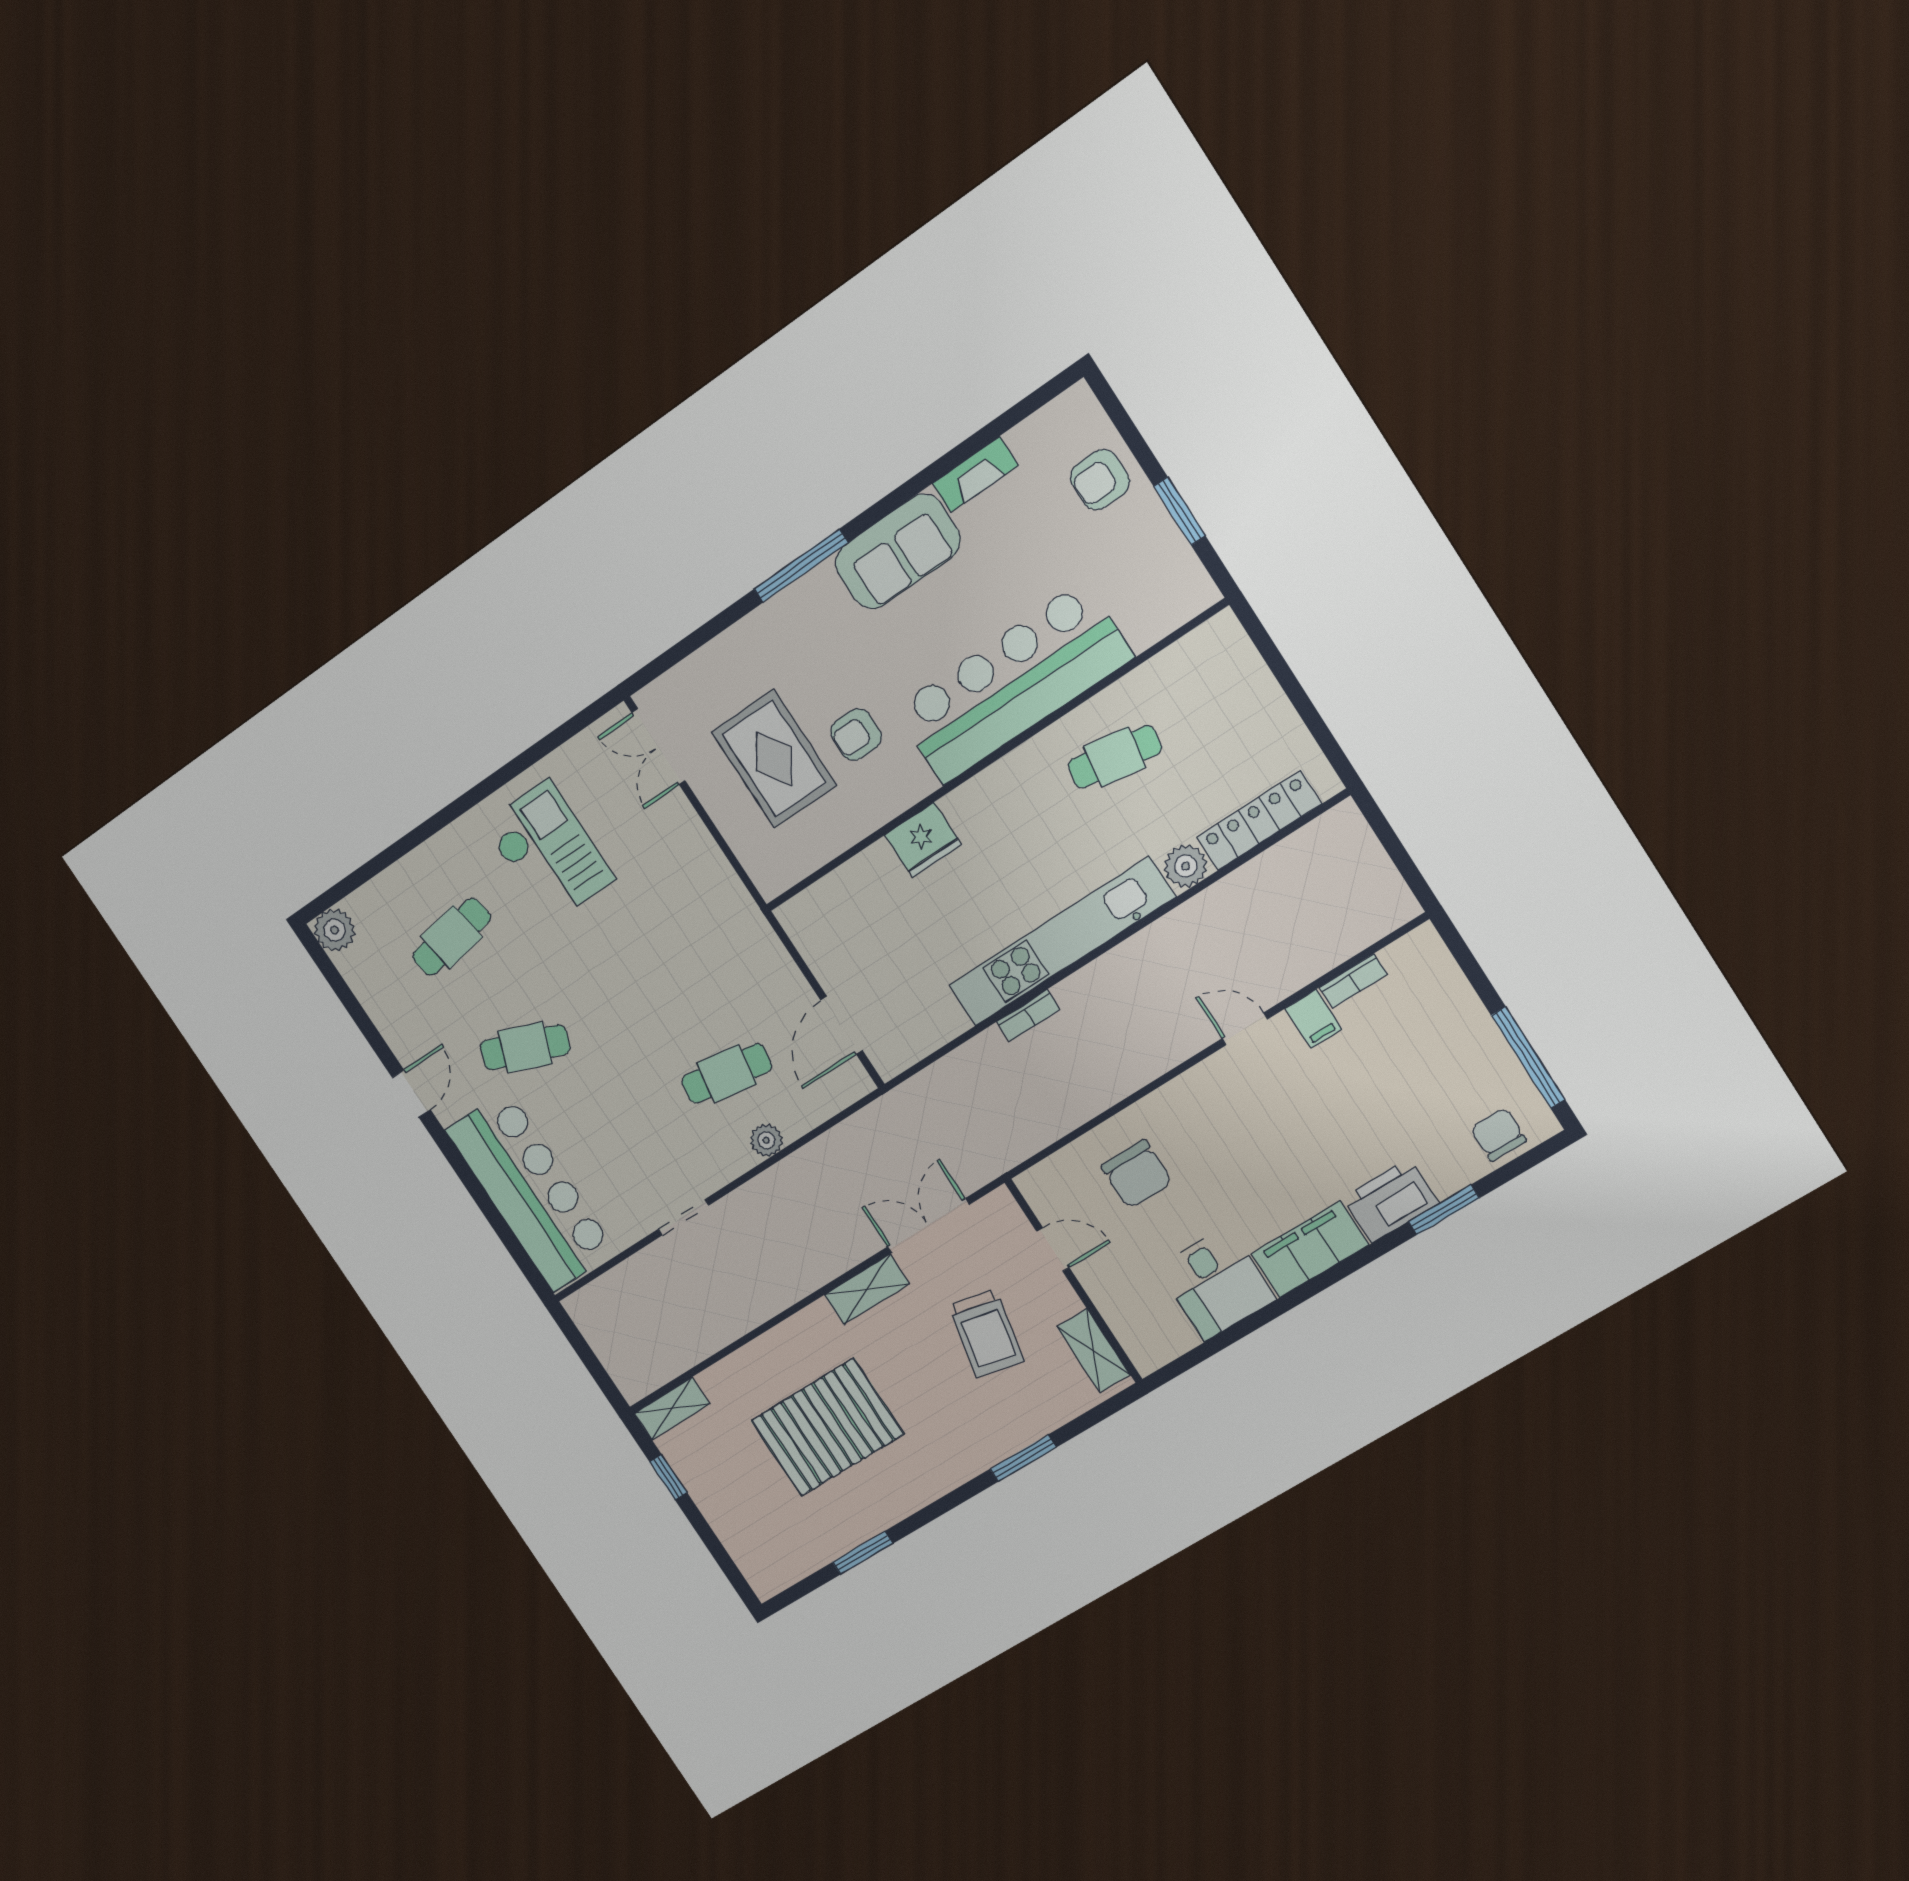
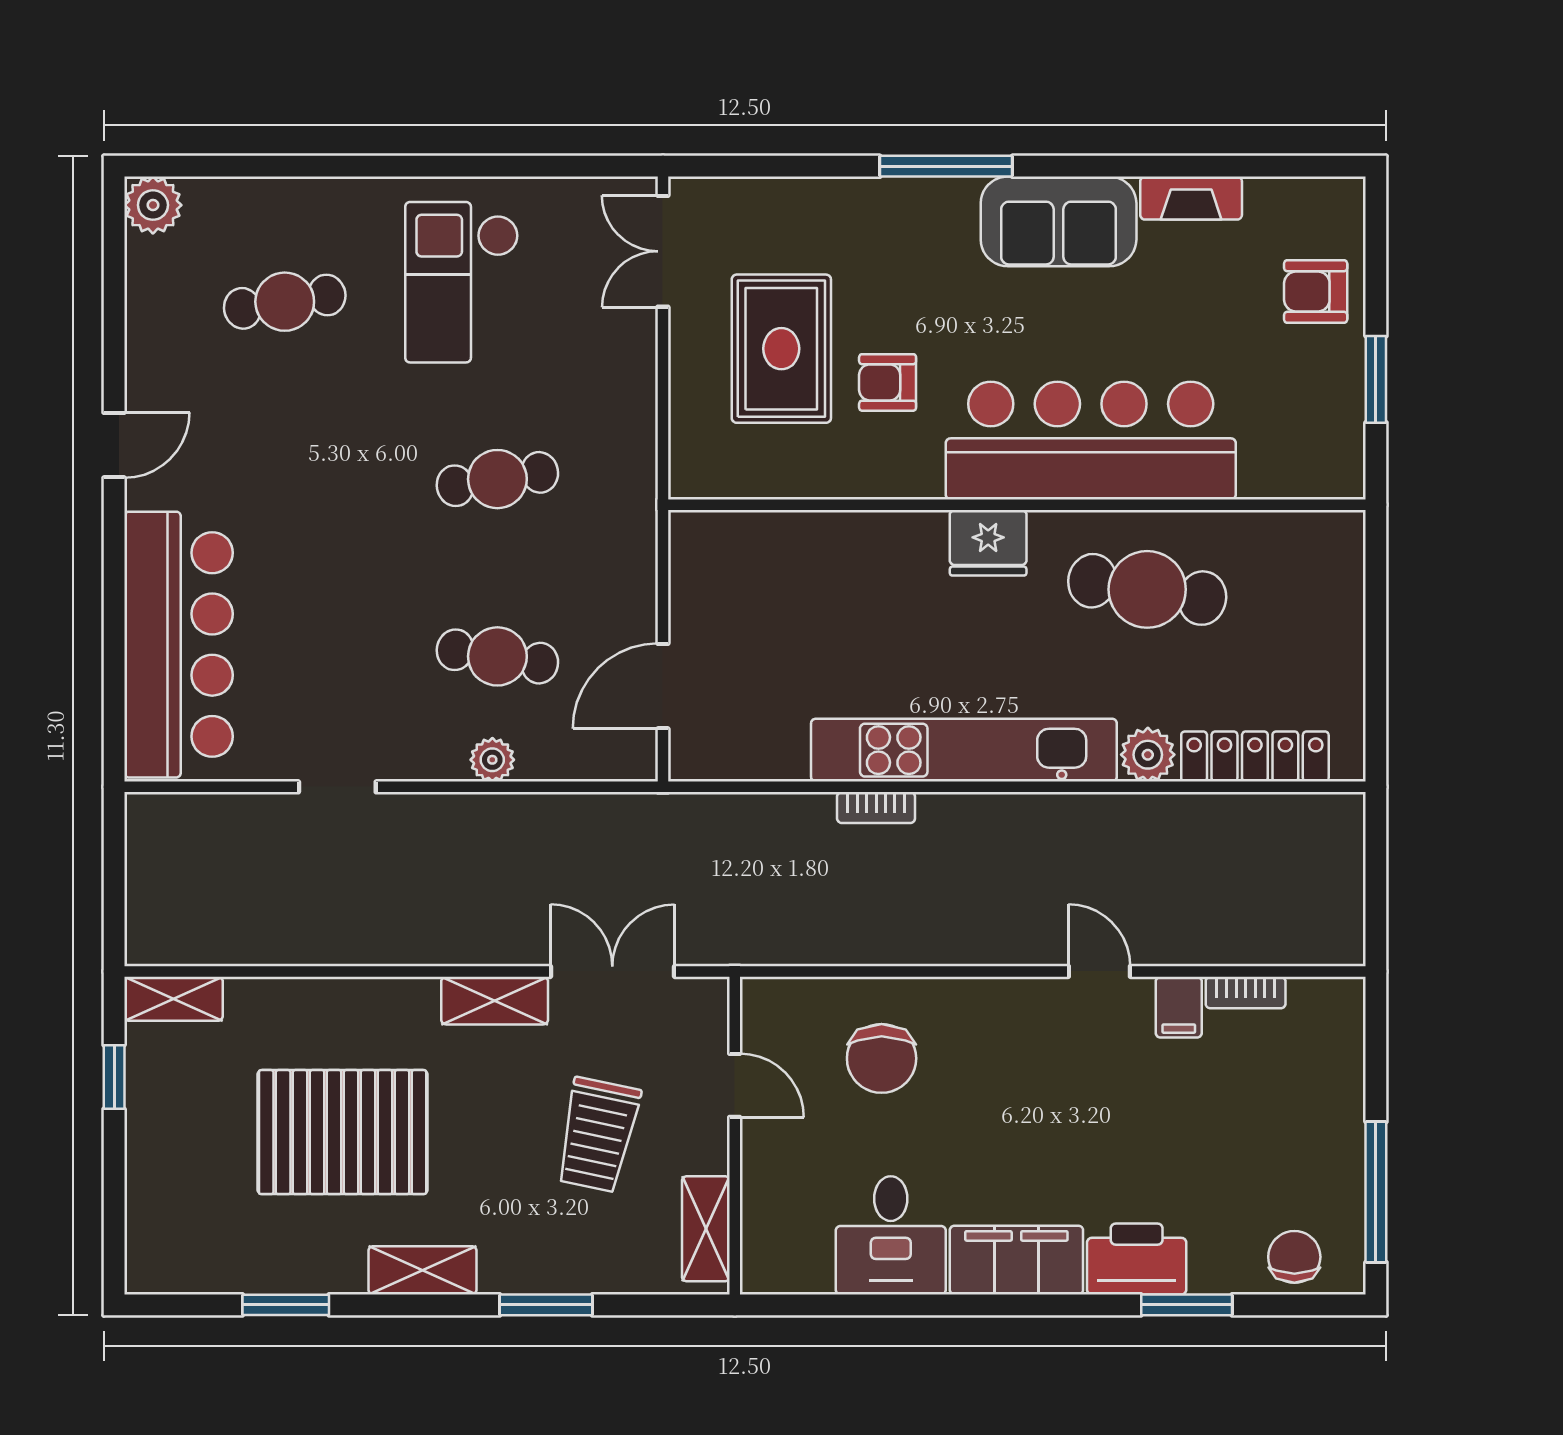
cafe table: (1115, 757) -> (1147, 589), width x1.37, depth x1.35
fridge: (923, 840) -> (988, 543), moved
checkout: (549, 852) -> (462, 282), turned 180
cafe table: (525, 1047) -> (497, 479), moved, turned -30
shelving: (932, 1482) -> (422, 1270), added

